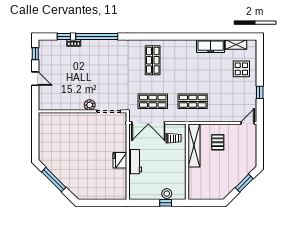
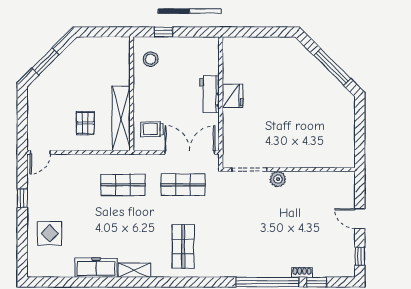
shelving: (236, 45) -> (134, 270), moved
stool: (167, 194) -> (151, 59), moved

